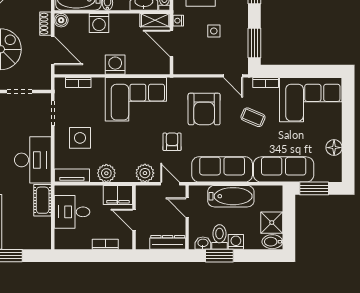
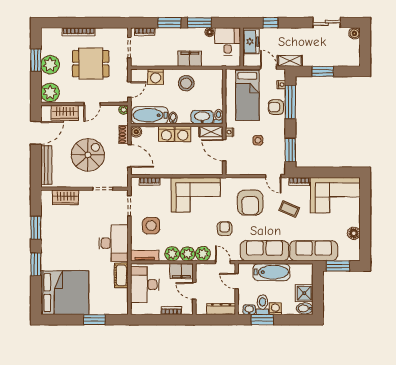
washing machine: (115, 65) -> (183, 134), moved, turned 180
plant: (126, 173) -> (188, 254), added
desk: (72, 212) -> (145, 285), width x1.37

